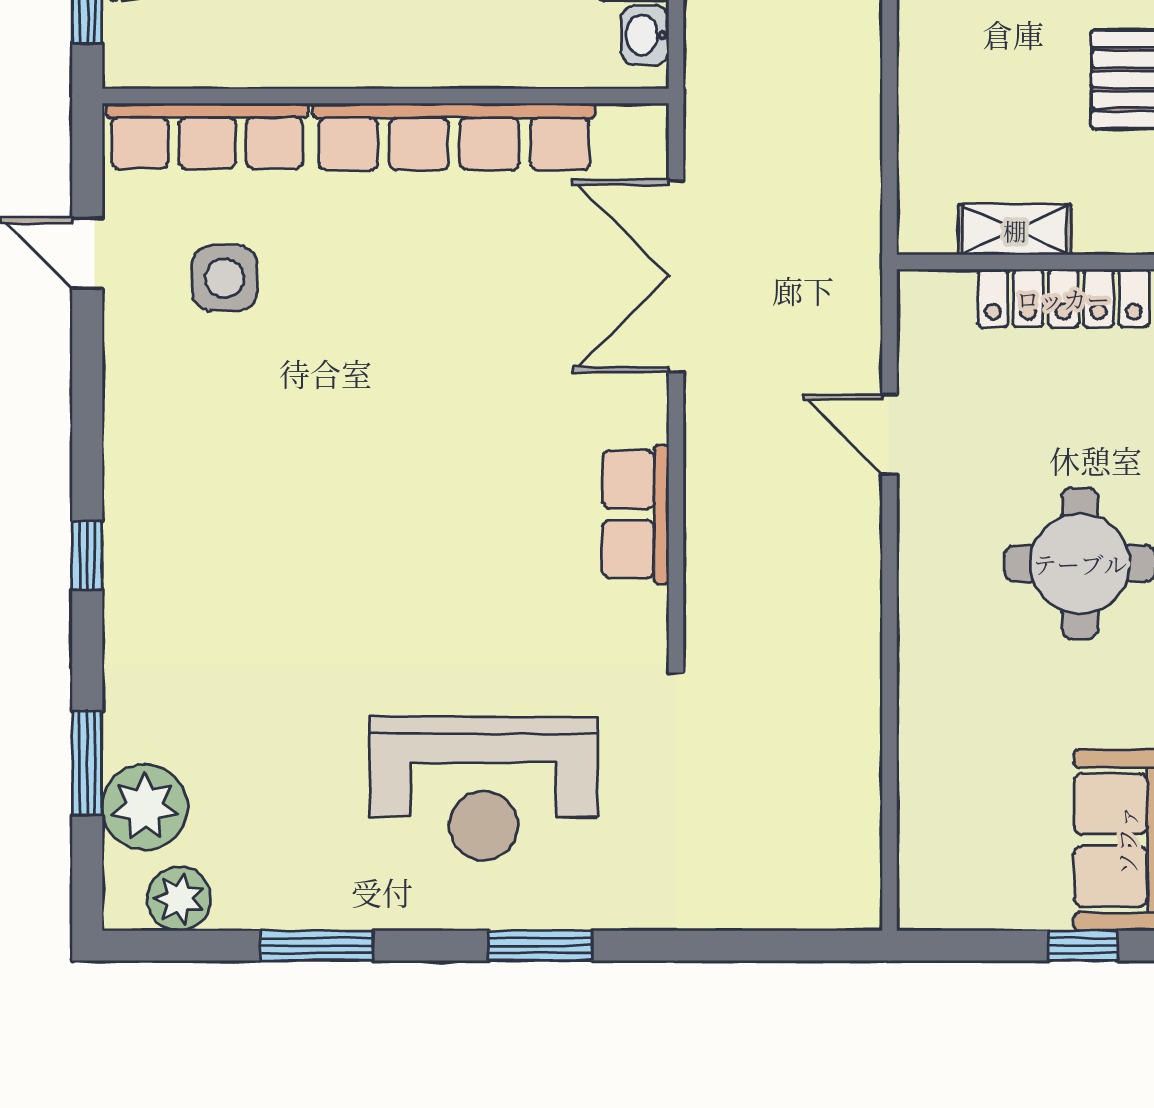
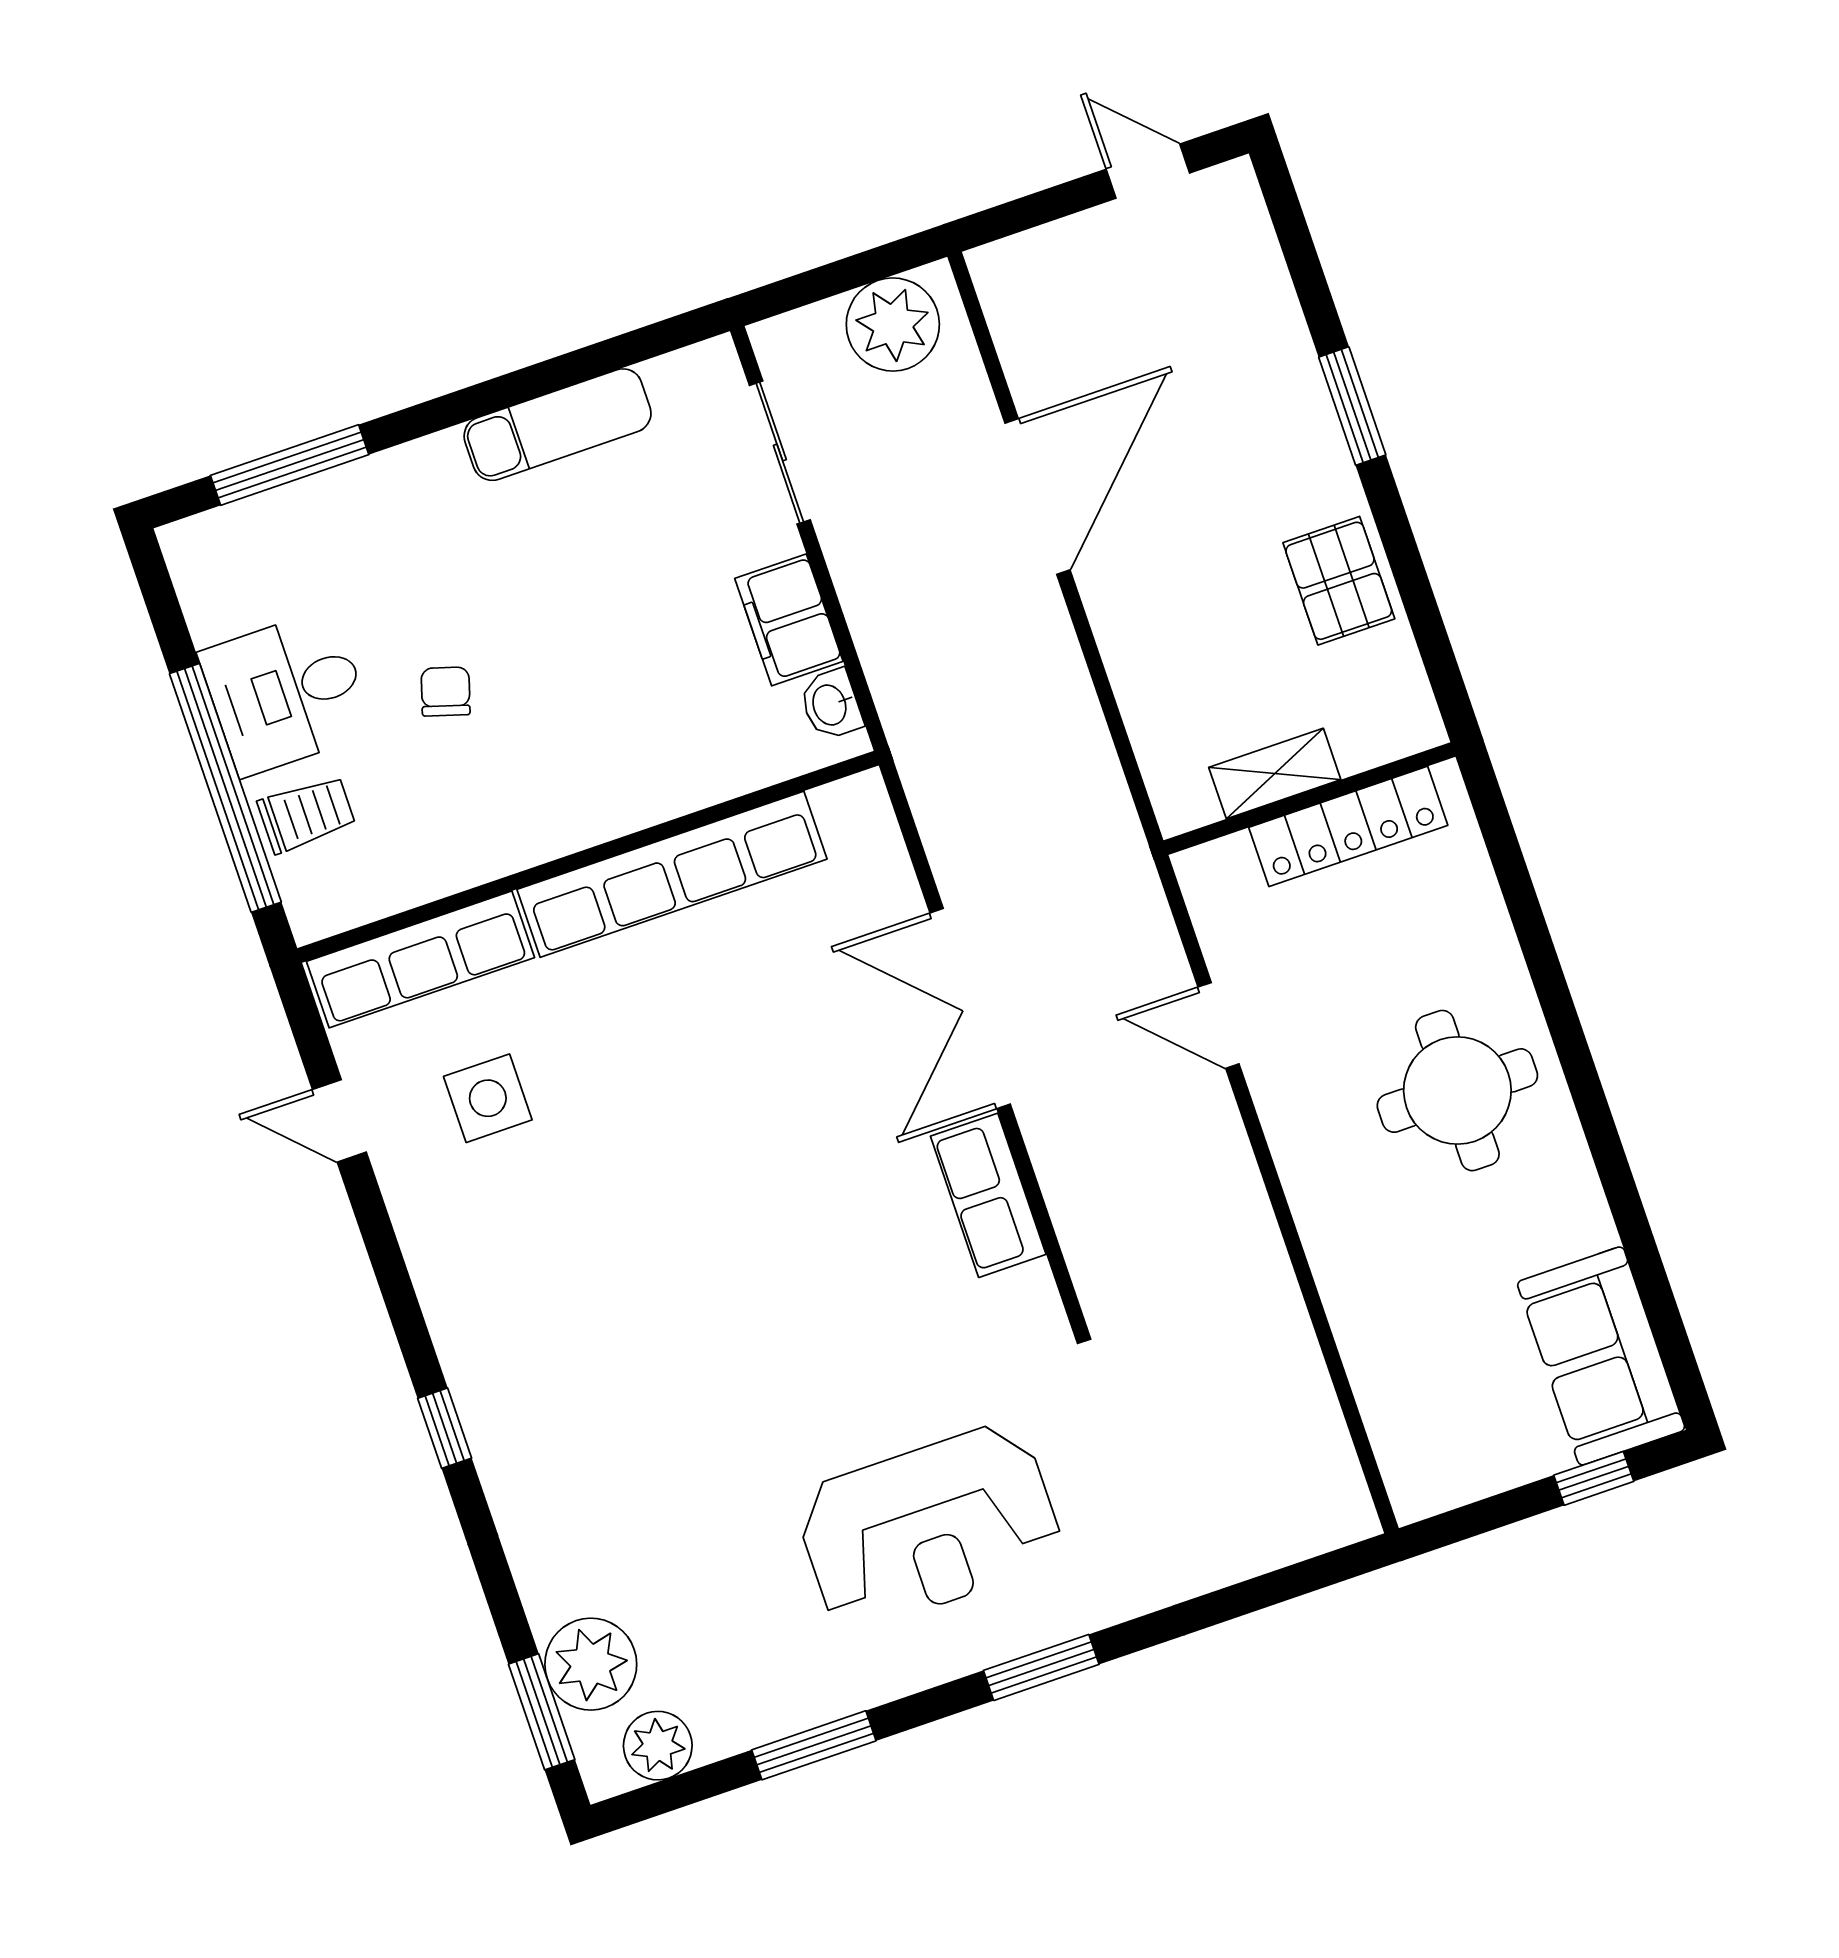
double door: (676, 276) -> (970, 1008), moved
window: (87, 763) -> (542, 1712), moved

